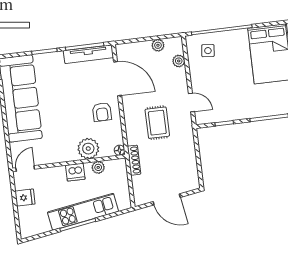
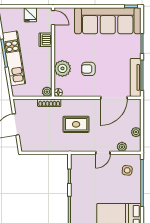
door: (191, 102) -> (103, 153), moved
armchair: (102, 112) -> (88, 69), moved
plant: (98, 167) -> (47, 92), moved
dishwasher: (75, 172) -> (45, 40), moved

